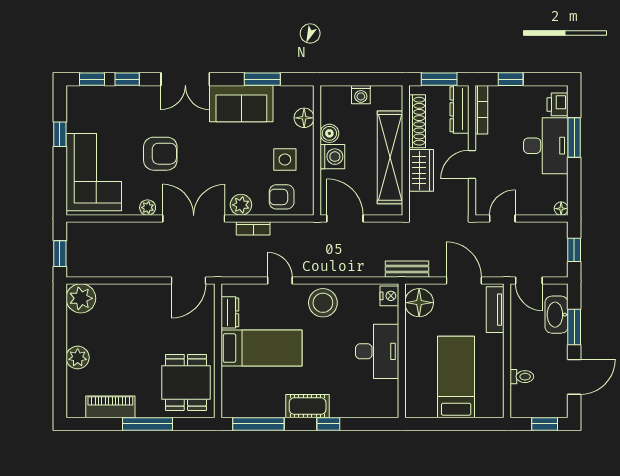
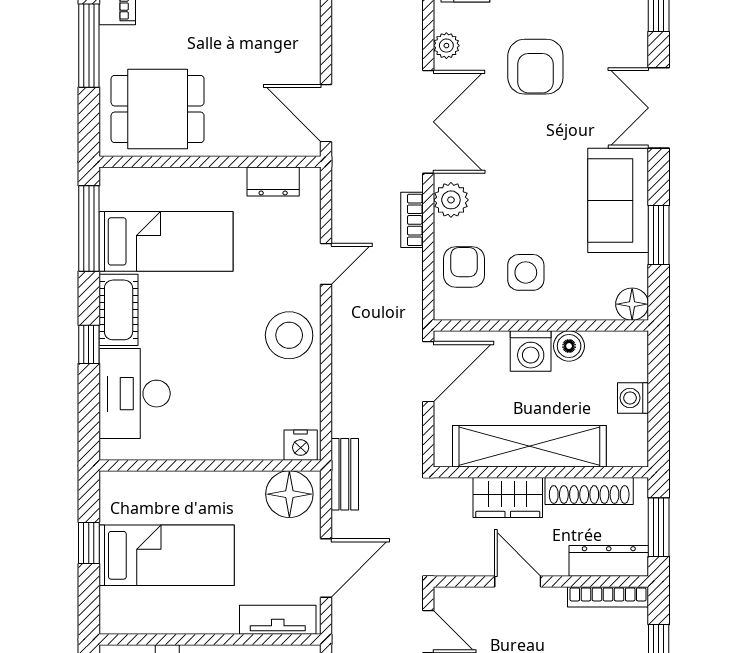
floor lamp: (304, 118) -> (632, 304), moved
bed: (261, 348) -> (166, 241), moved, turned -90
desk: (377, 351) -> (135, 394), moved, turned 90
window: (449, 424) -> (89, 543), added

